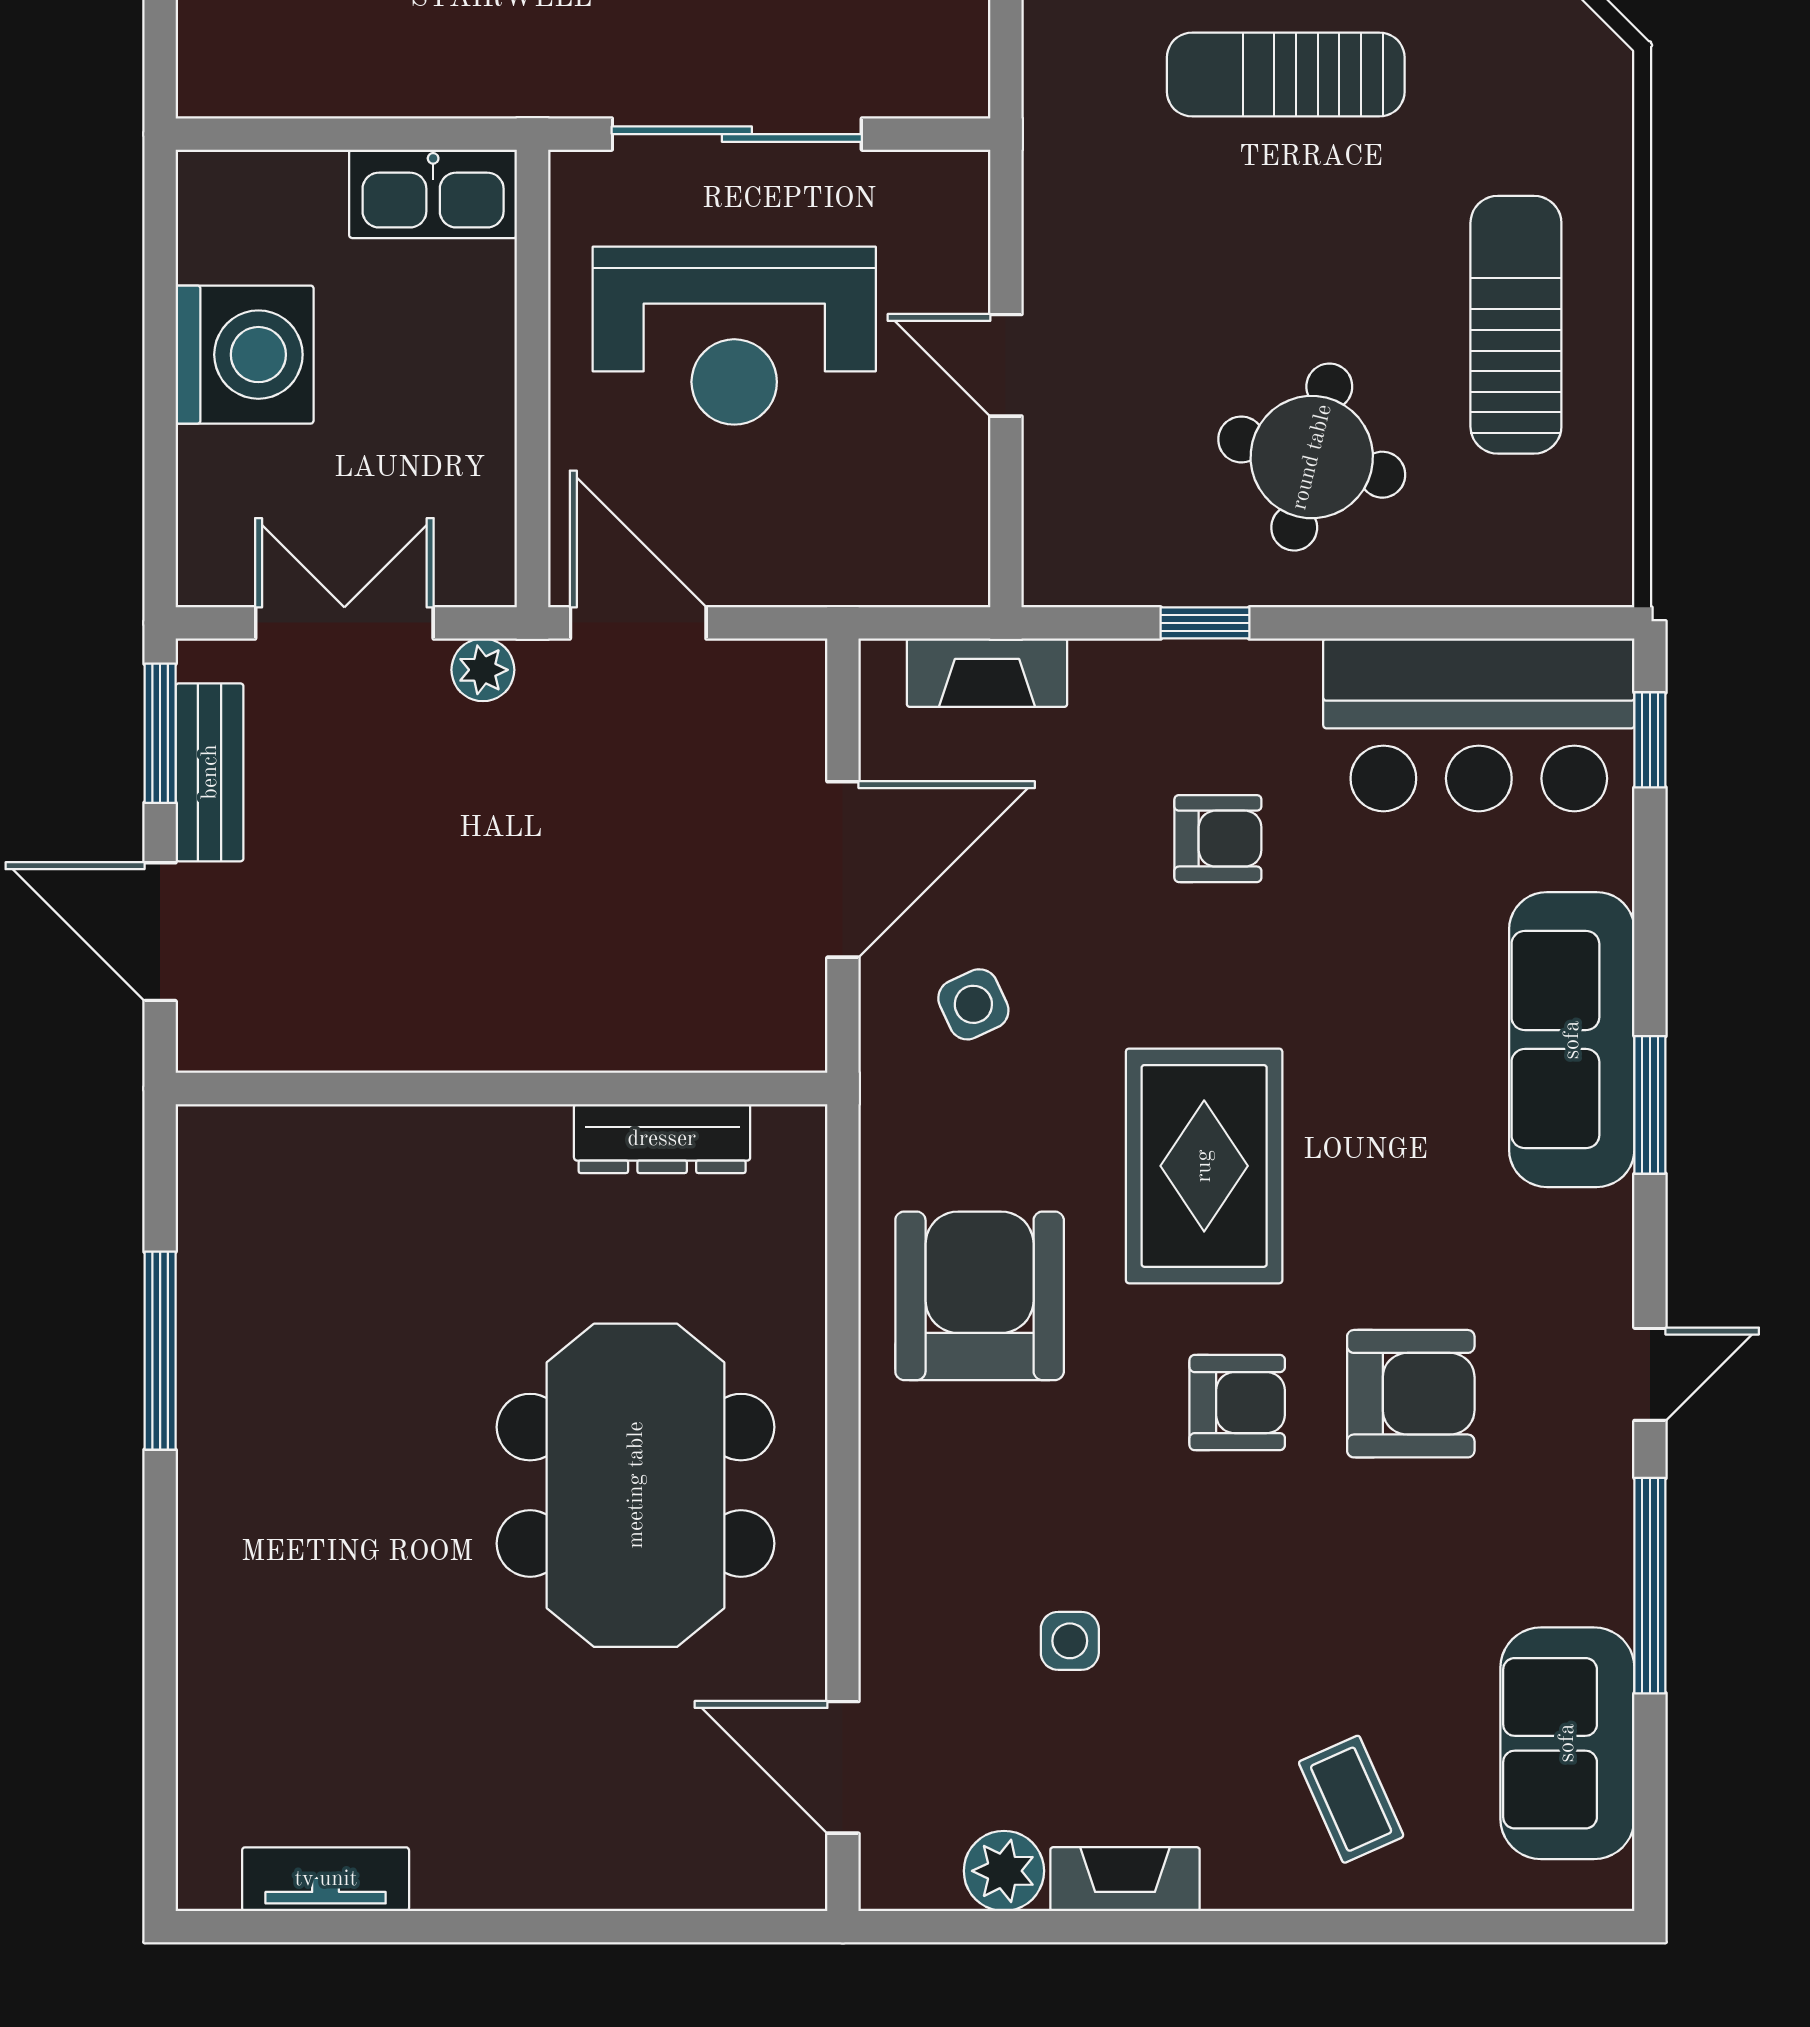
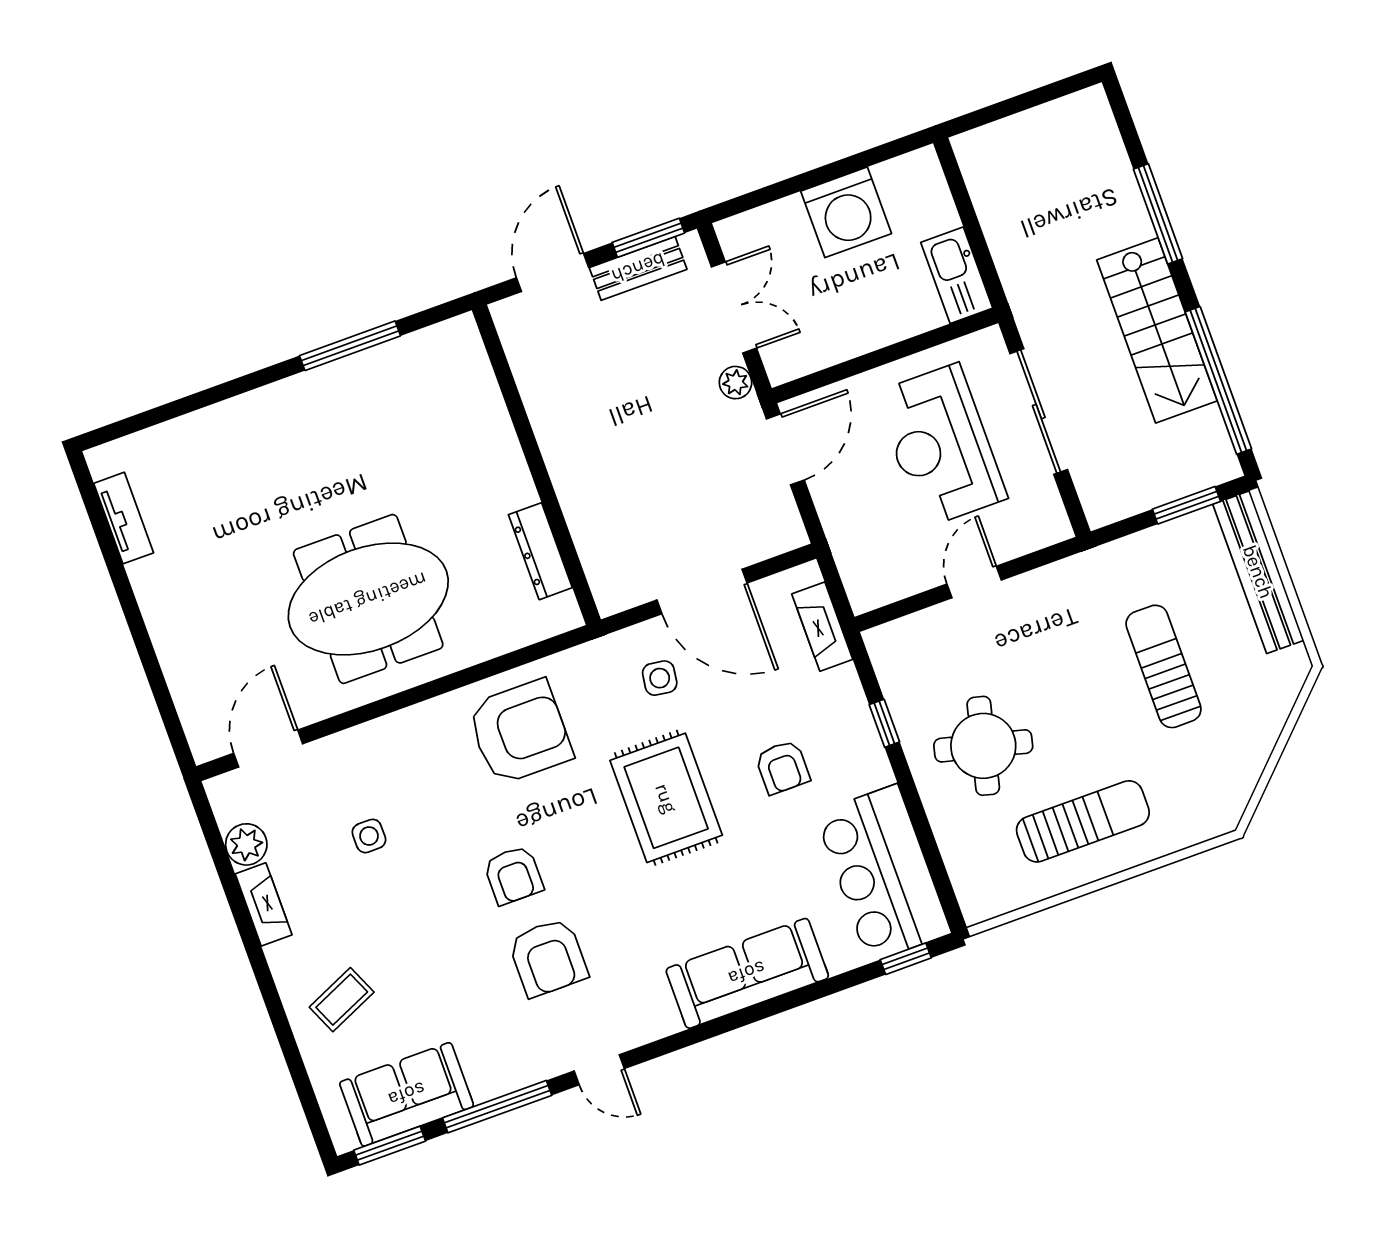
side table: (973, 1004) -> (660, 678), turned 33
window: (1650, 1105) -> (390, 1146), moved
rug: (1204, 1166) -> (666, 798), moved, turned 90

